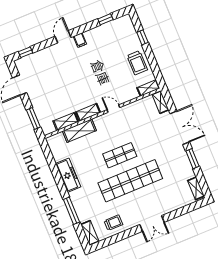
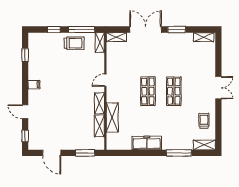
door: (63, 37) -> (25, 112), moved
window: (154, 65) -> (81, 30), added
shop shelf: (130, 181) -> (174, 91), width x0.50, depth x0.74

